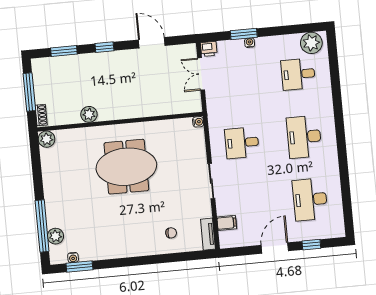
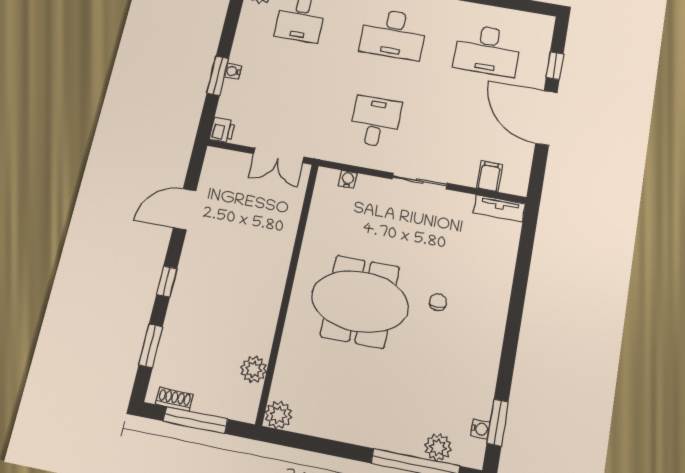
double door: (201, 74) -> (279, 155), moved
plant: (89, 114) -> (254, 369), moved
shoe rack: (41, 115) -> (174, 399), moved
water cooler: (198, 122) -> (348, 179), moved
desk: (242, 143) -> (375, 122), turned 180
meeting table: (126, 167) -> (360, 302), turned 90
chair: (171, 233) -> (438, 302), moved
door: (275, 248) -> (546, 118), width x1.36

